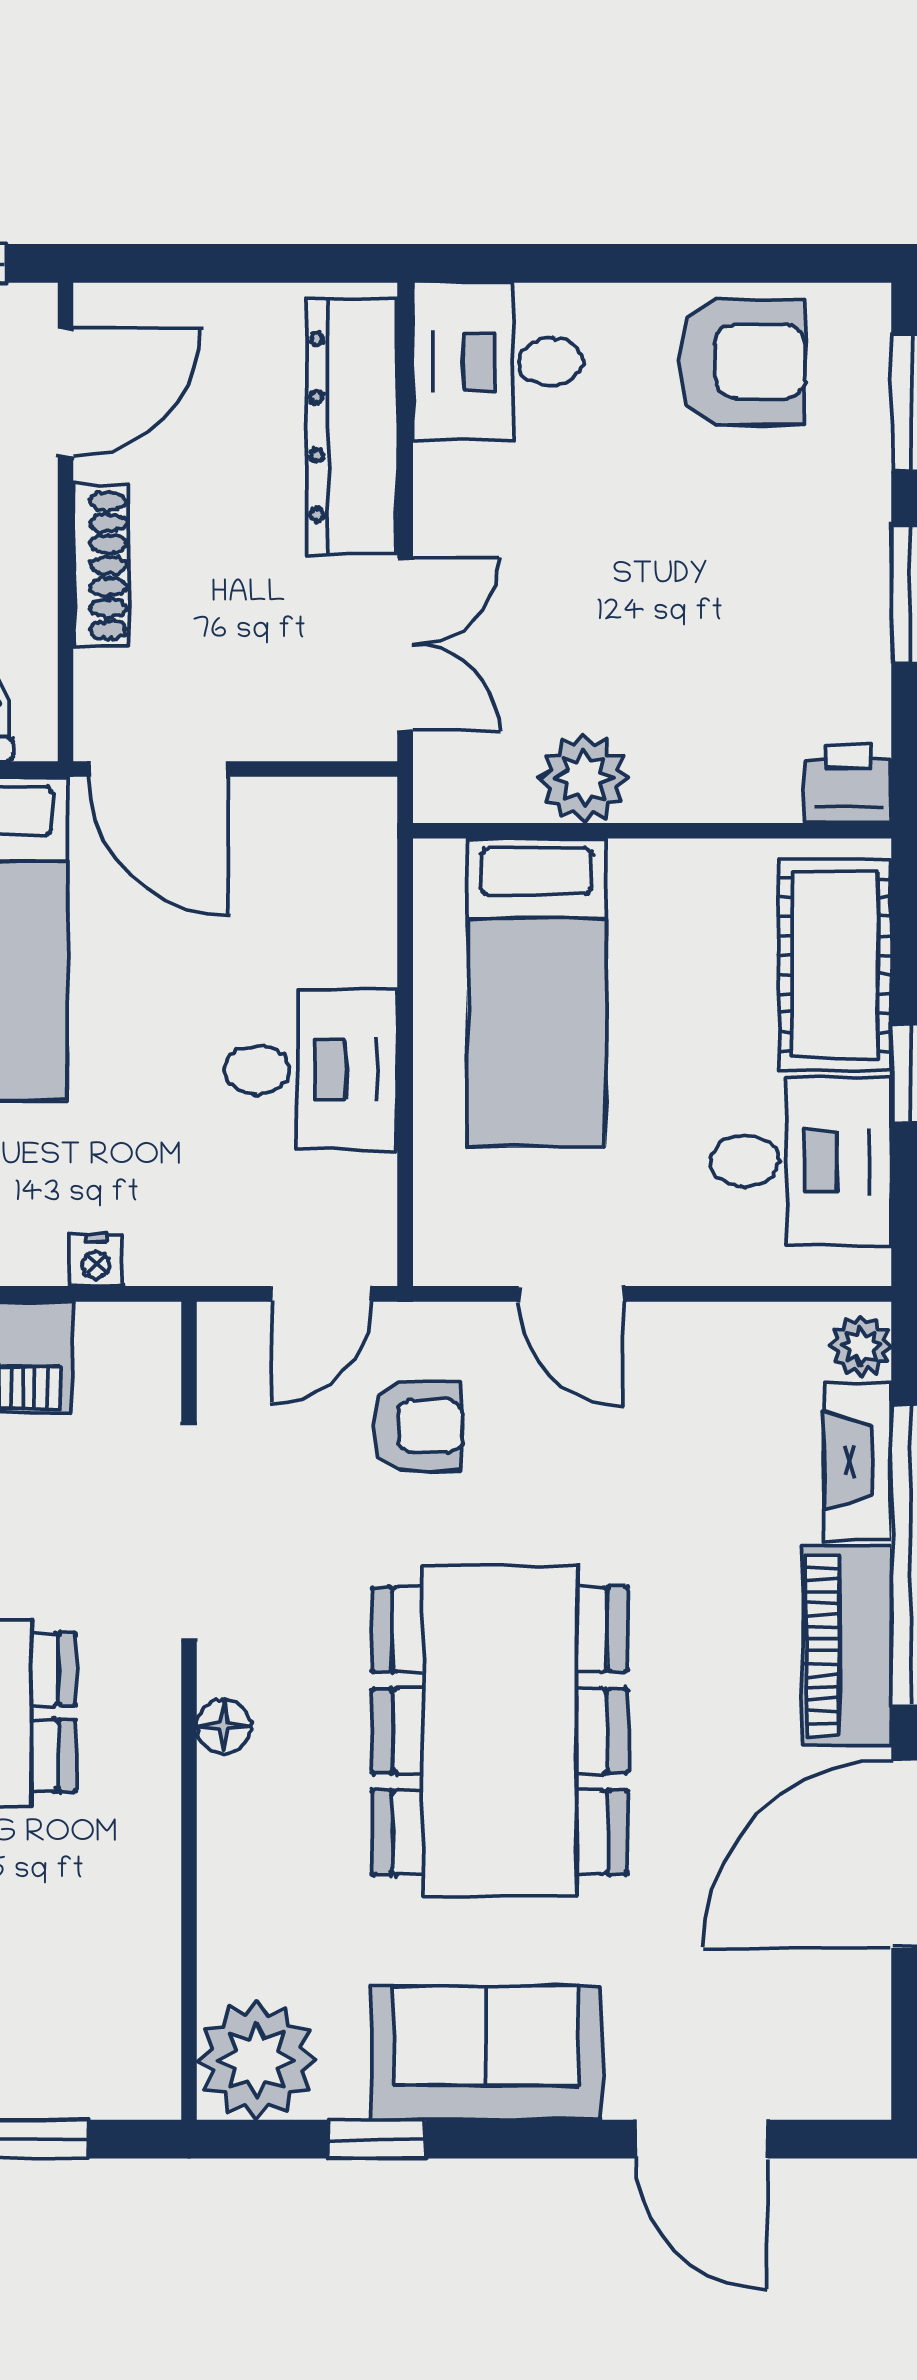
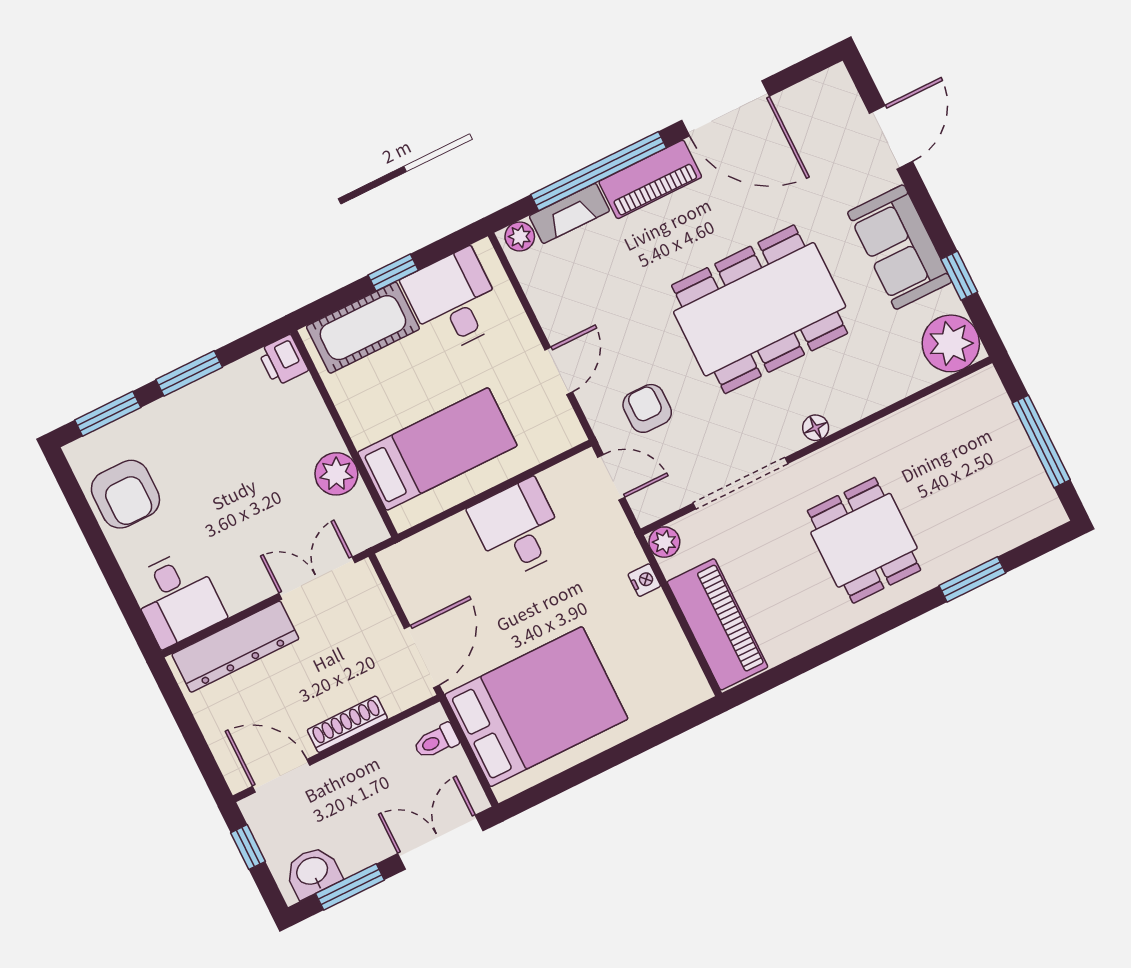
armchair: (742, 361) -> (125, 494), turned 180
plant: (149, 1334) -> (664, 542), added

